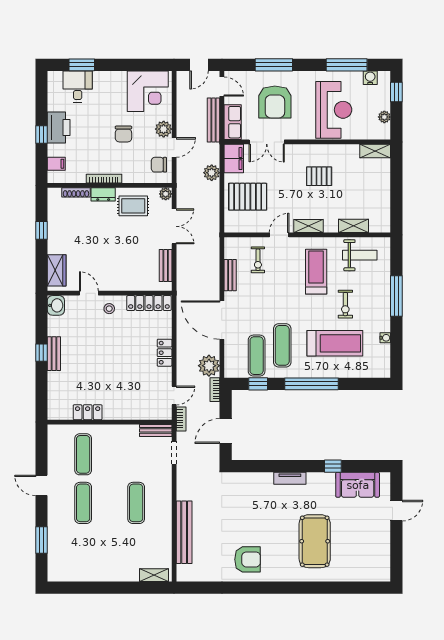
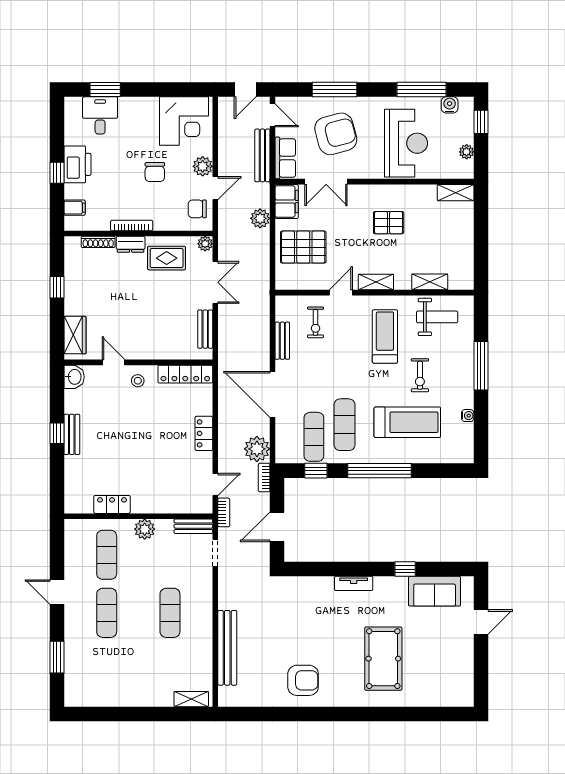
armchair: (275, 102) -> (336, 134), turned -105
plant: (115, 433) -> (145, 529), added

